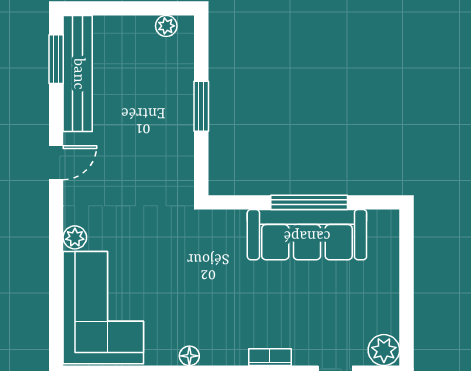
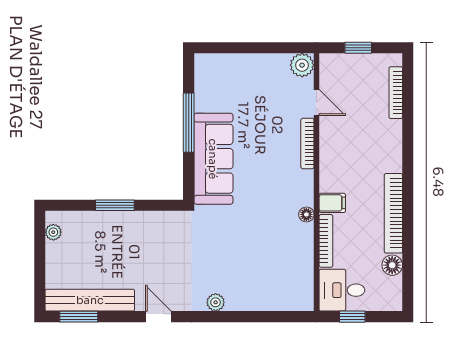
sofa: (307, 235) -> (213, 159), moved
corner sofa: (103, 308) -> (269, 280), removed
bookcase: (270, 357) -> (307, 143), width x1.56

